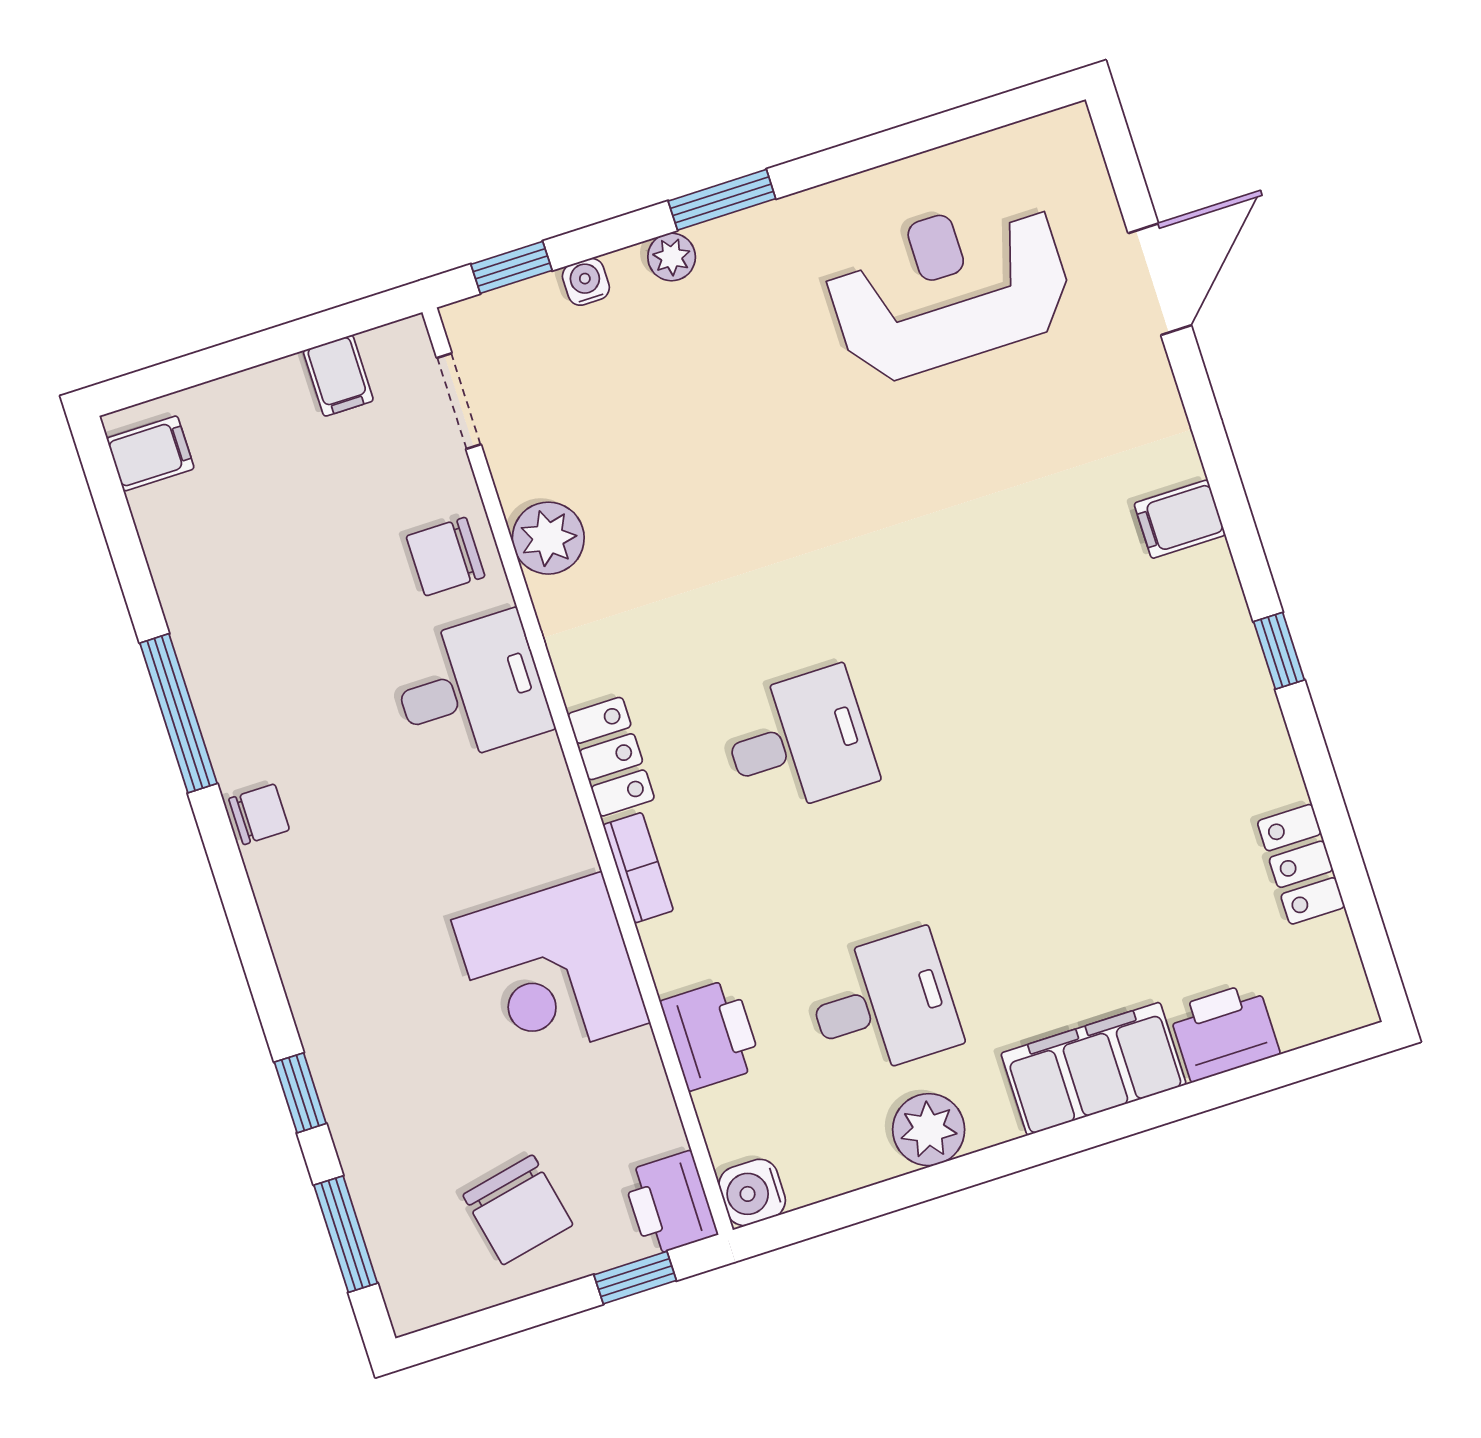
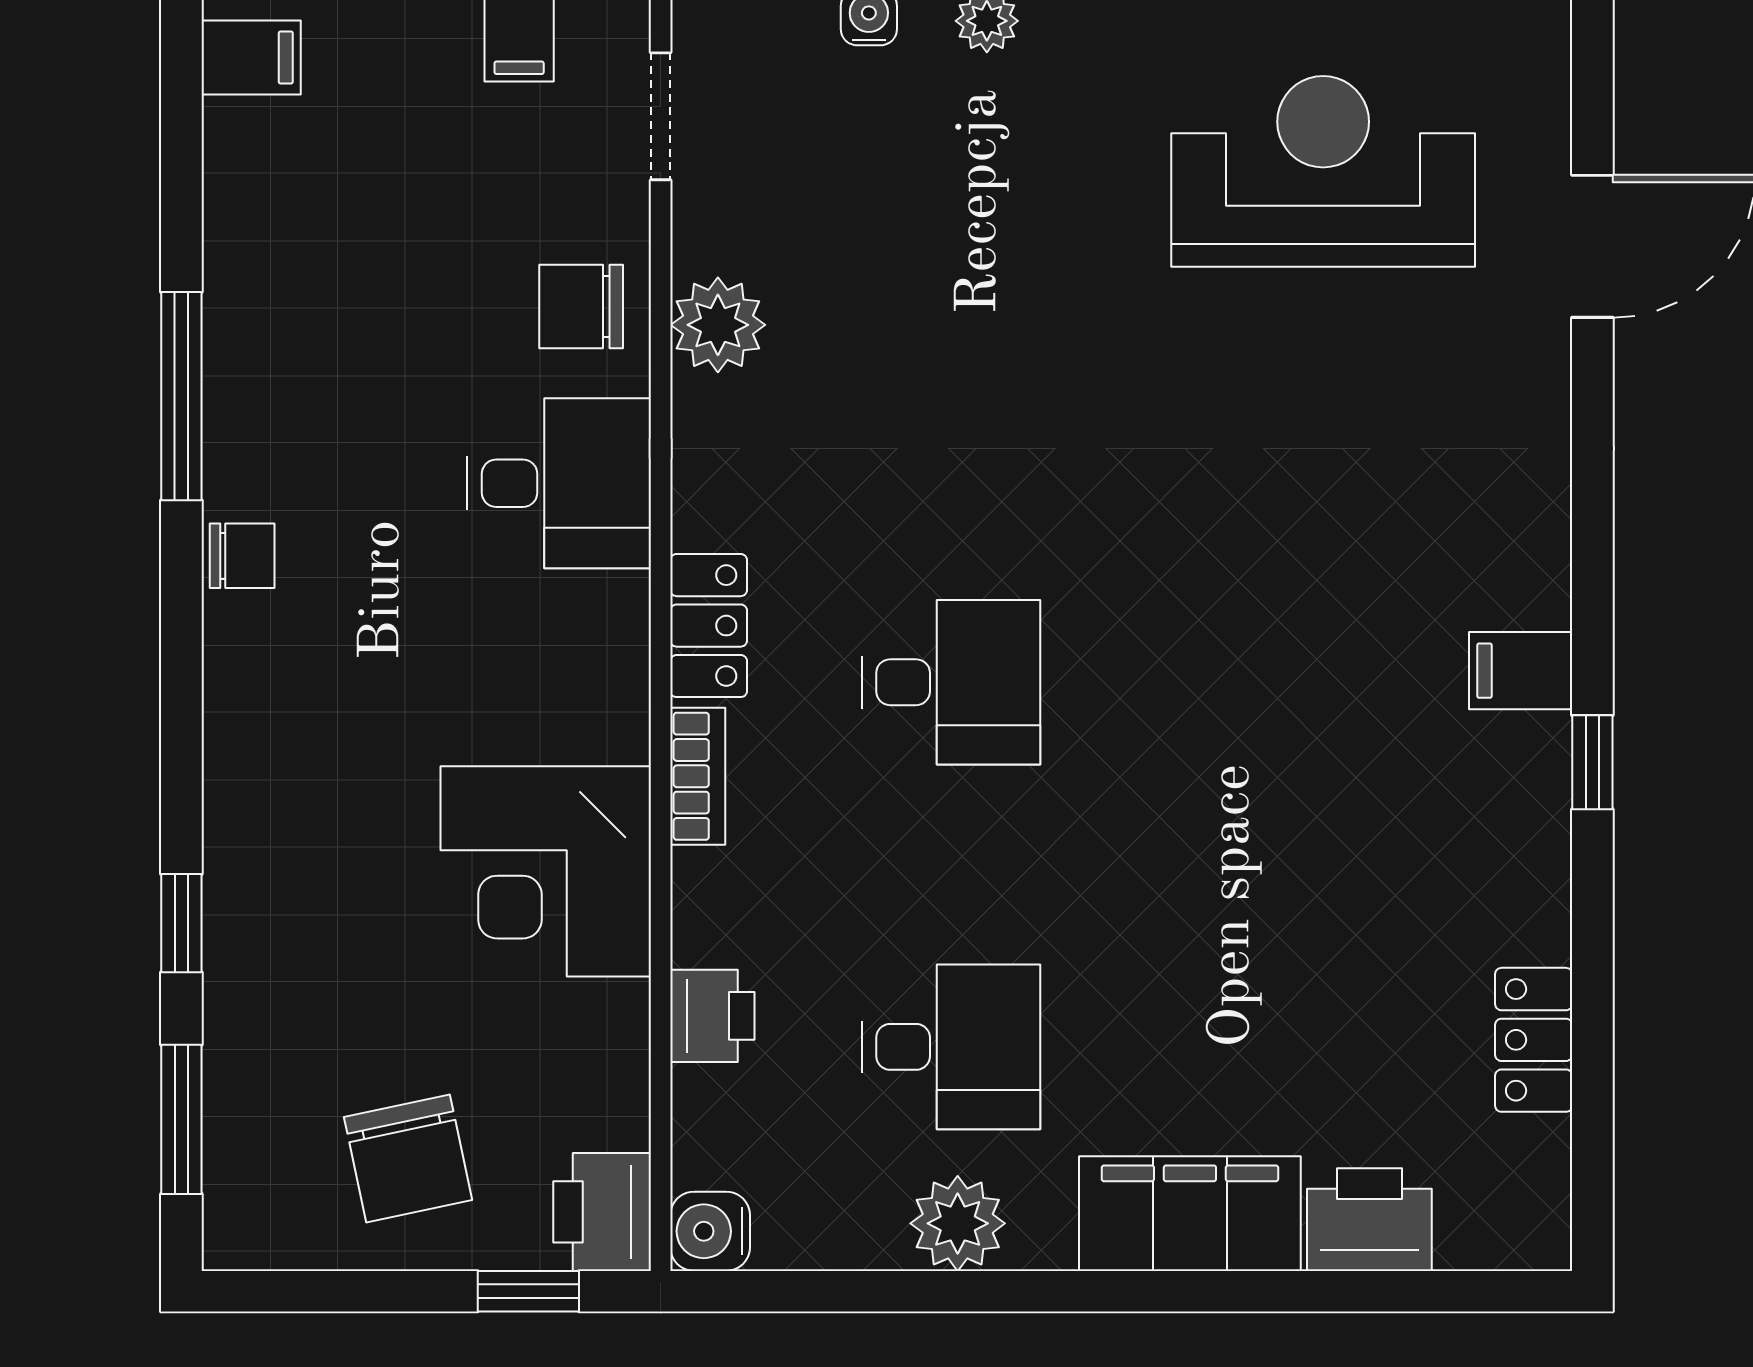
filing cabinet: (1180, 519) -> (1521, 671), moved
printer: (711, 1034) -> (712, 1016), width x0.73, depth x0.81

